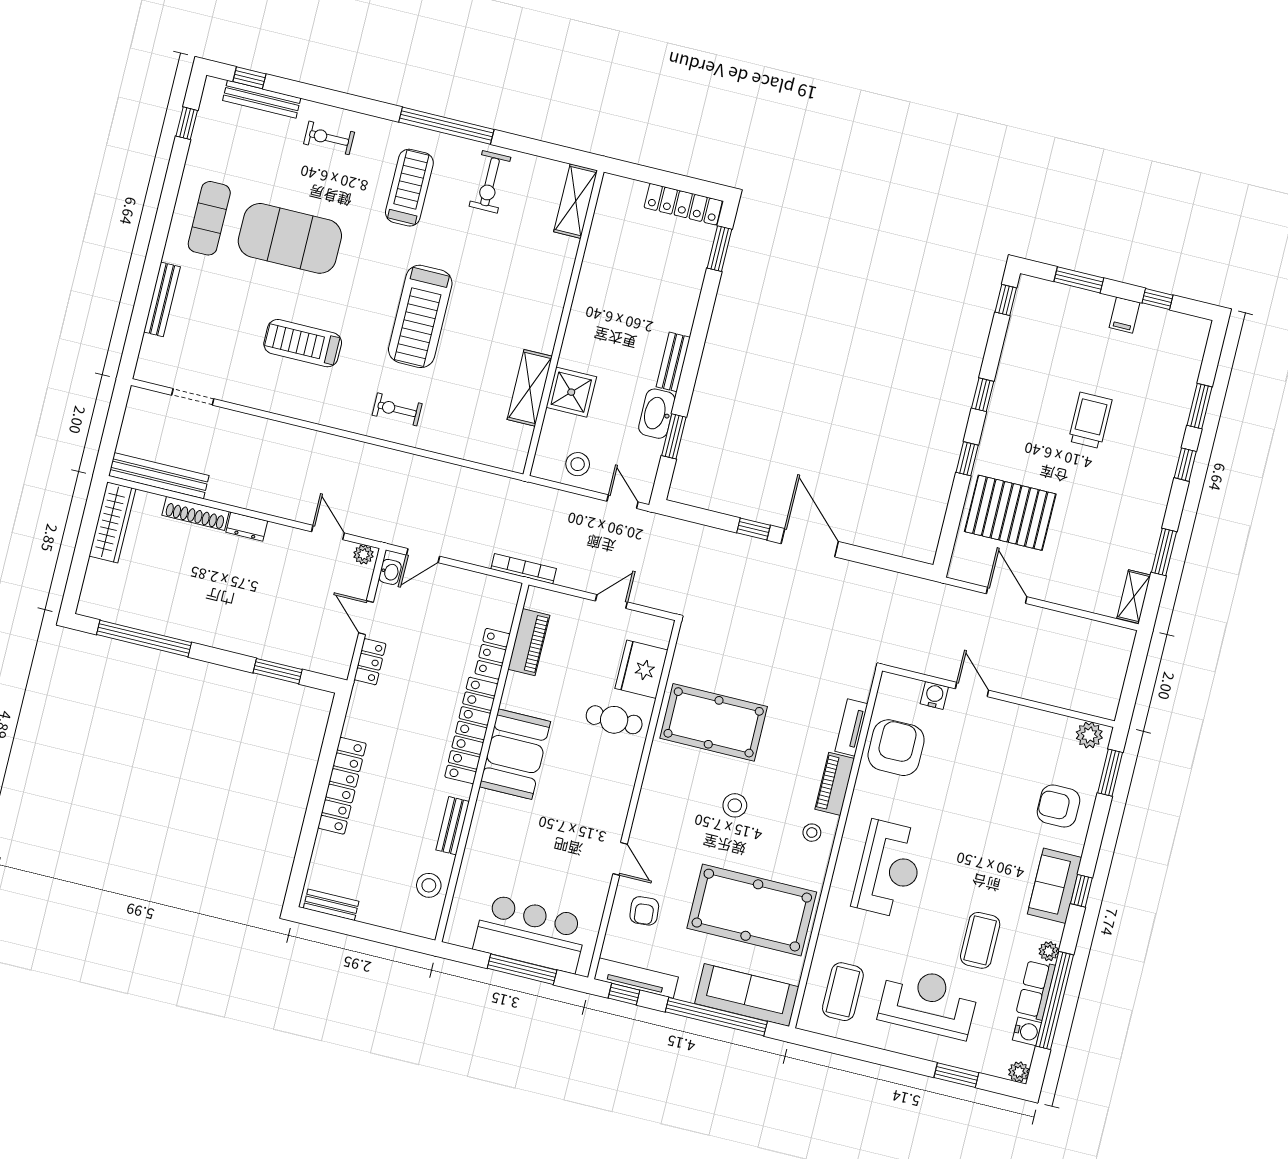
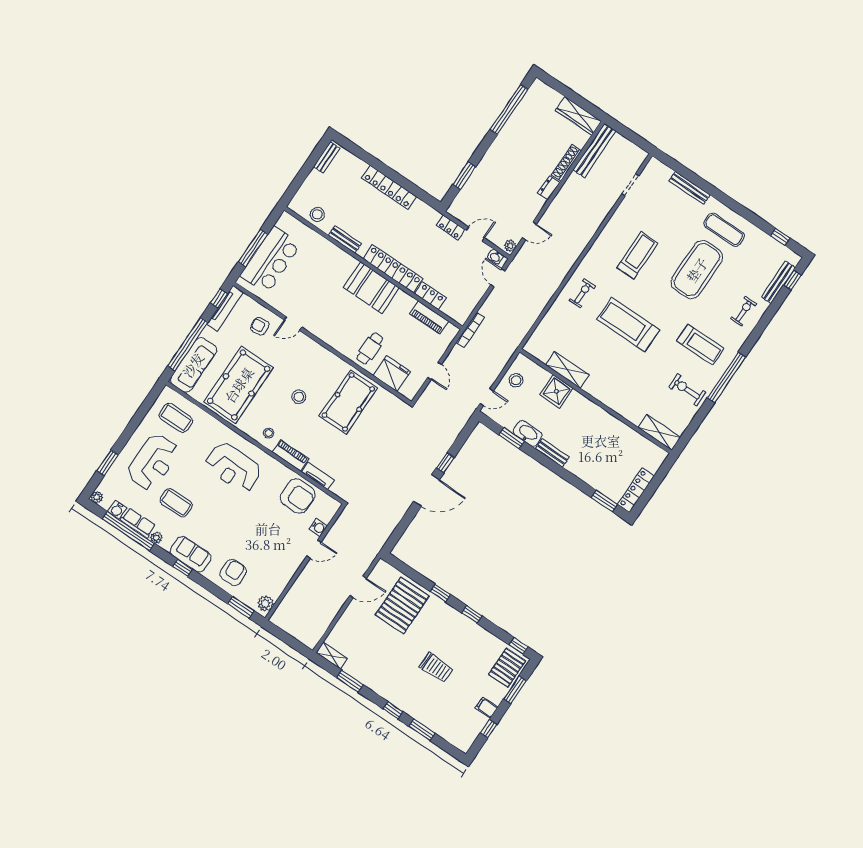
pallet: (1048, 306) -> (507, 668), added

